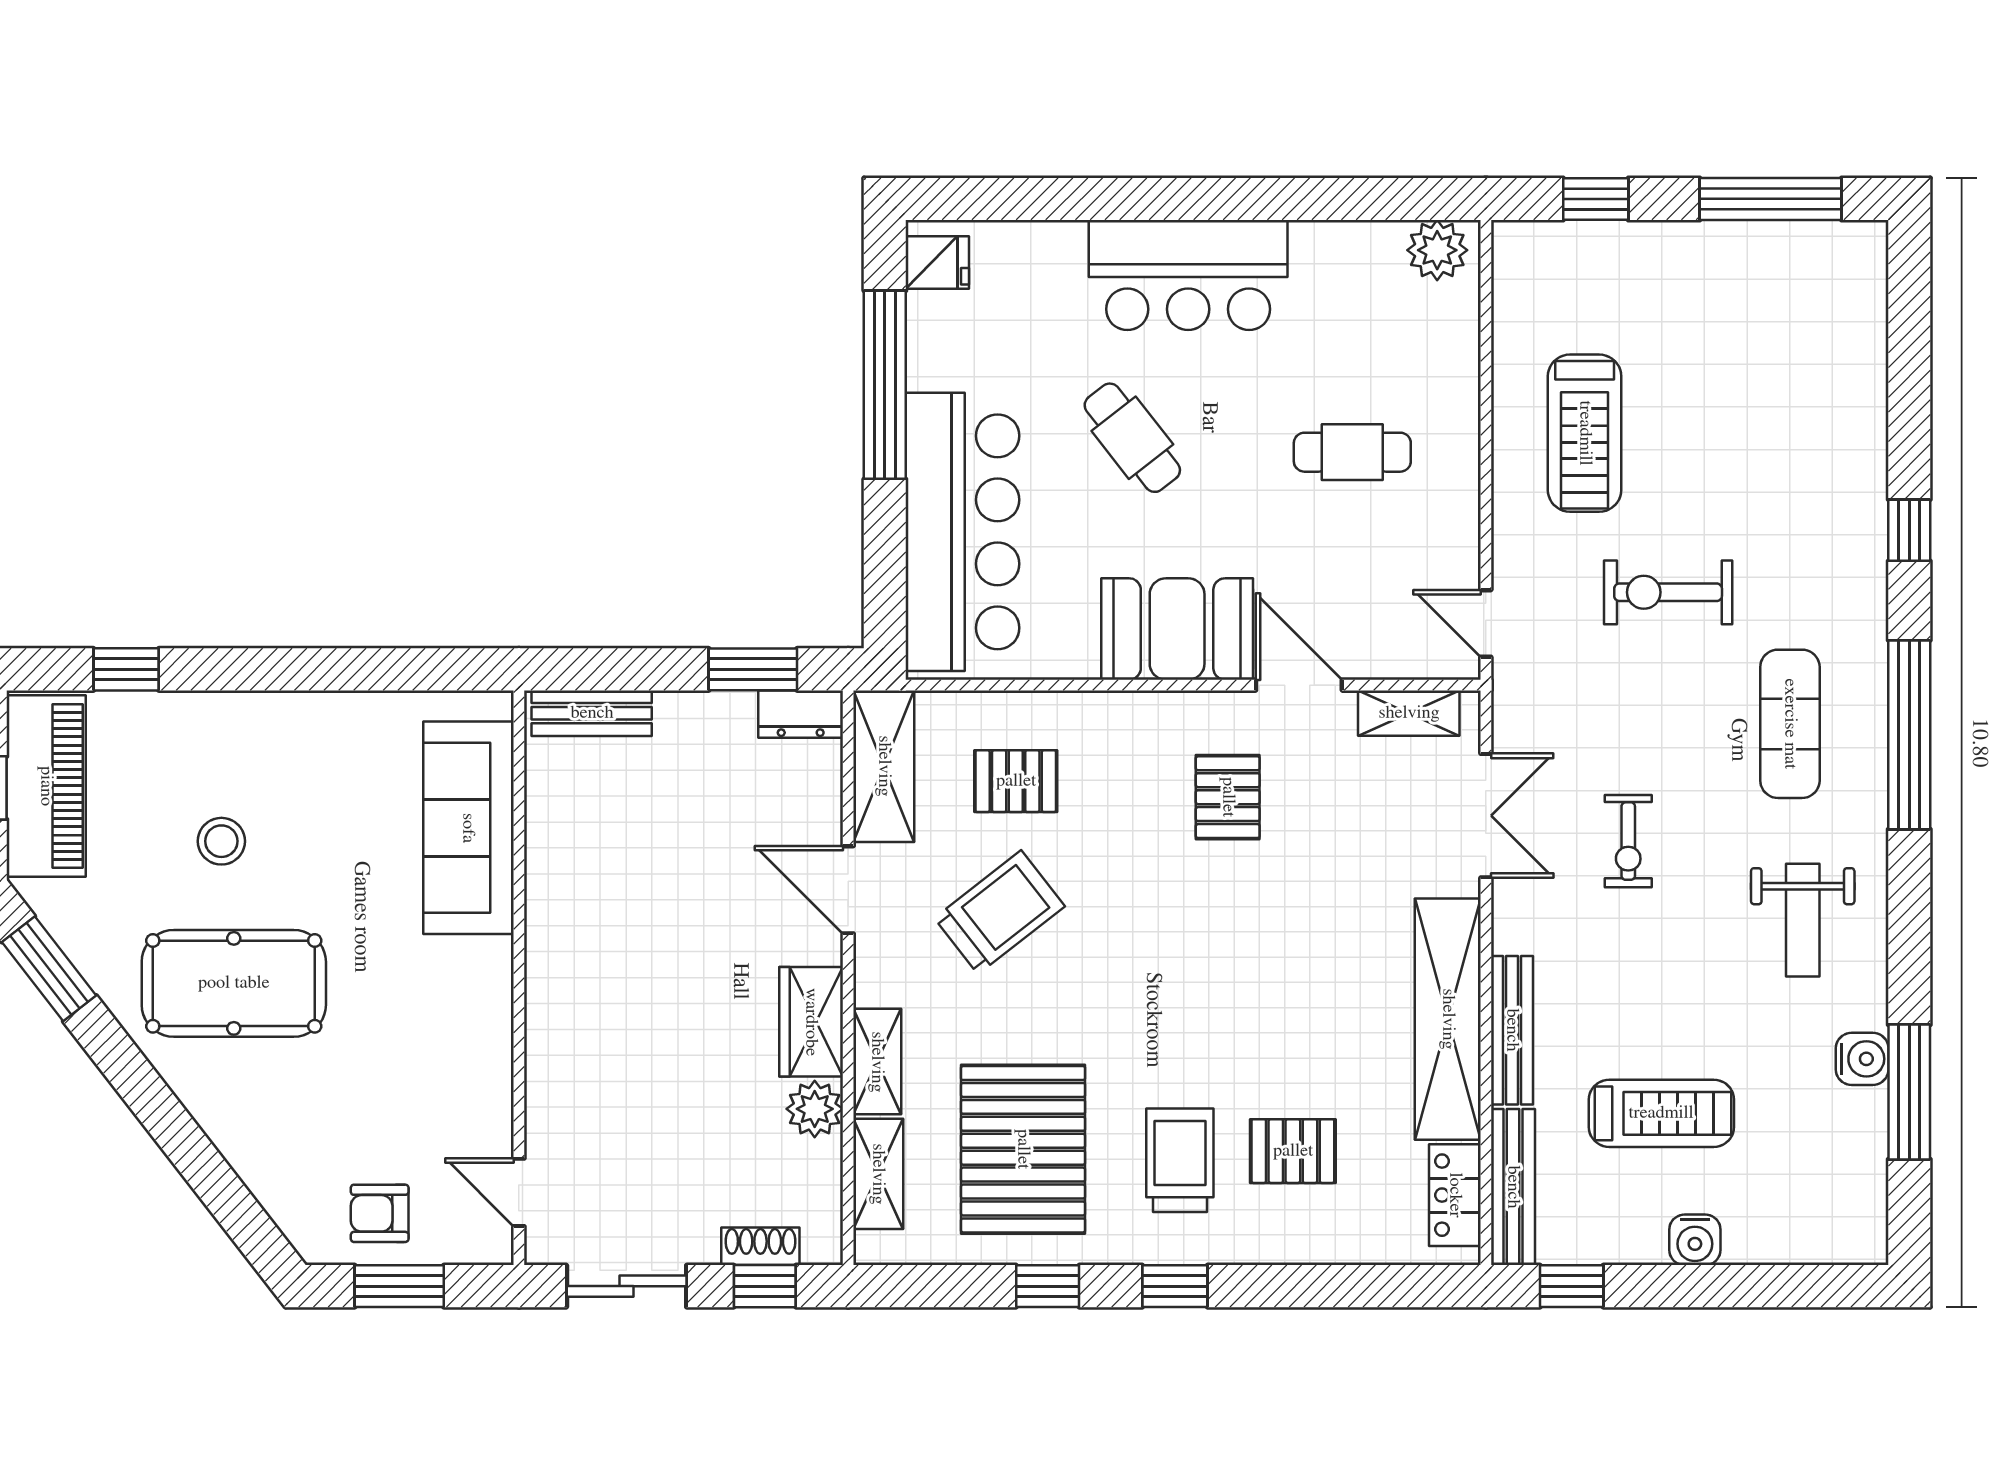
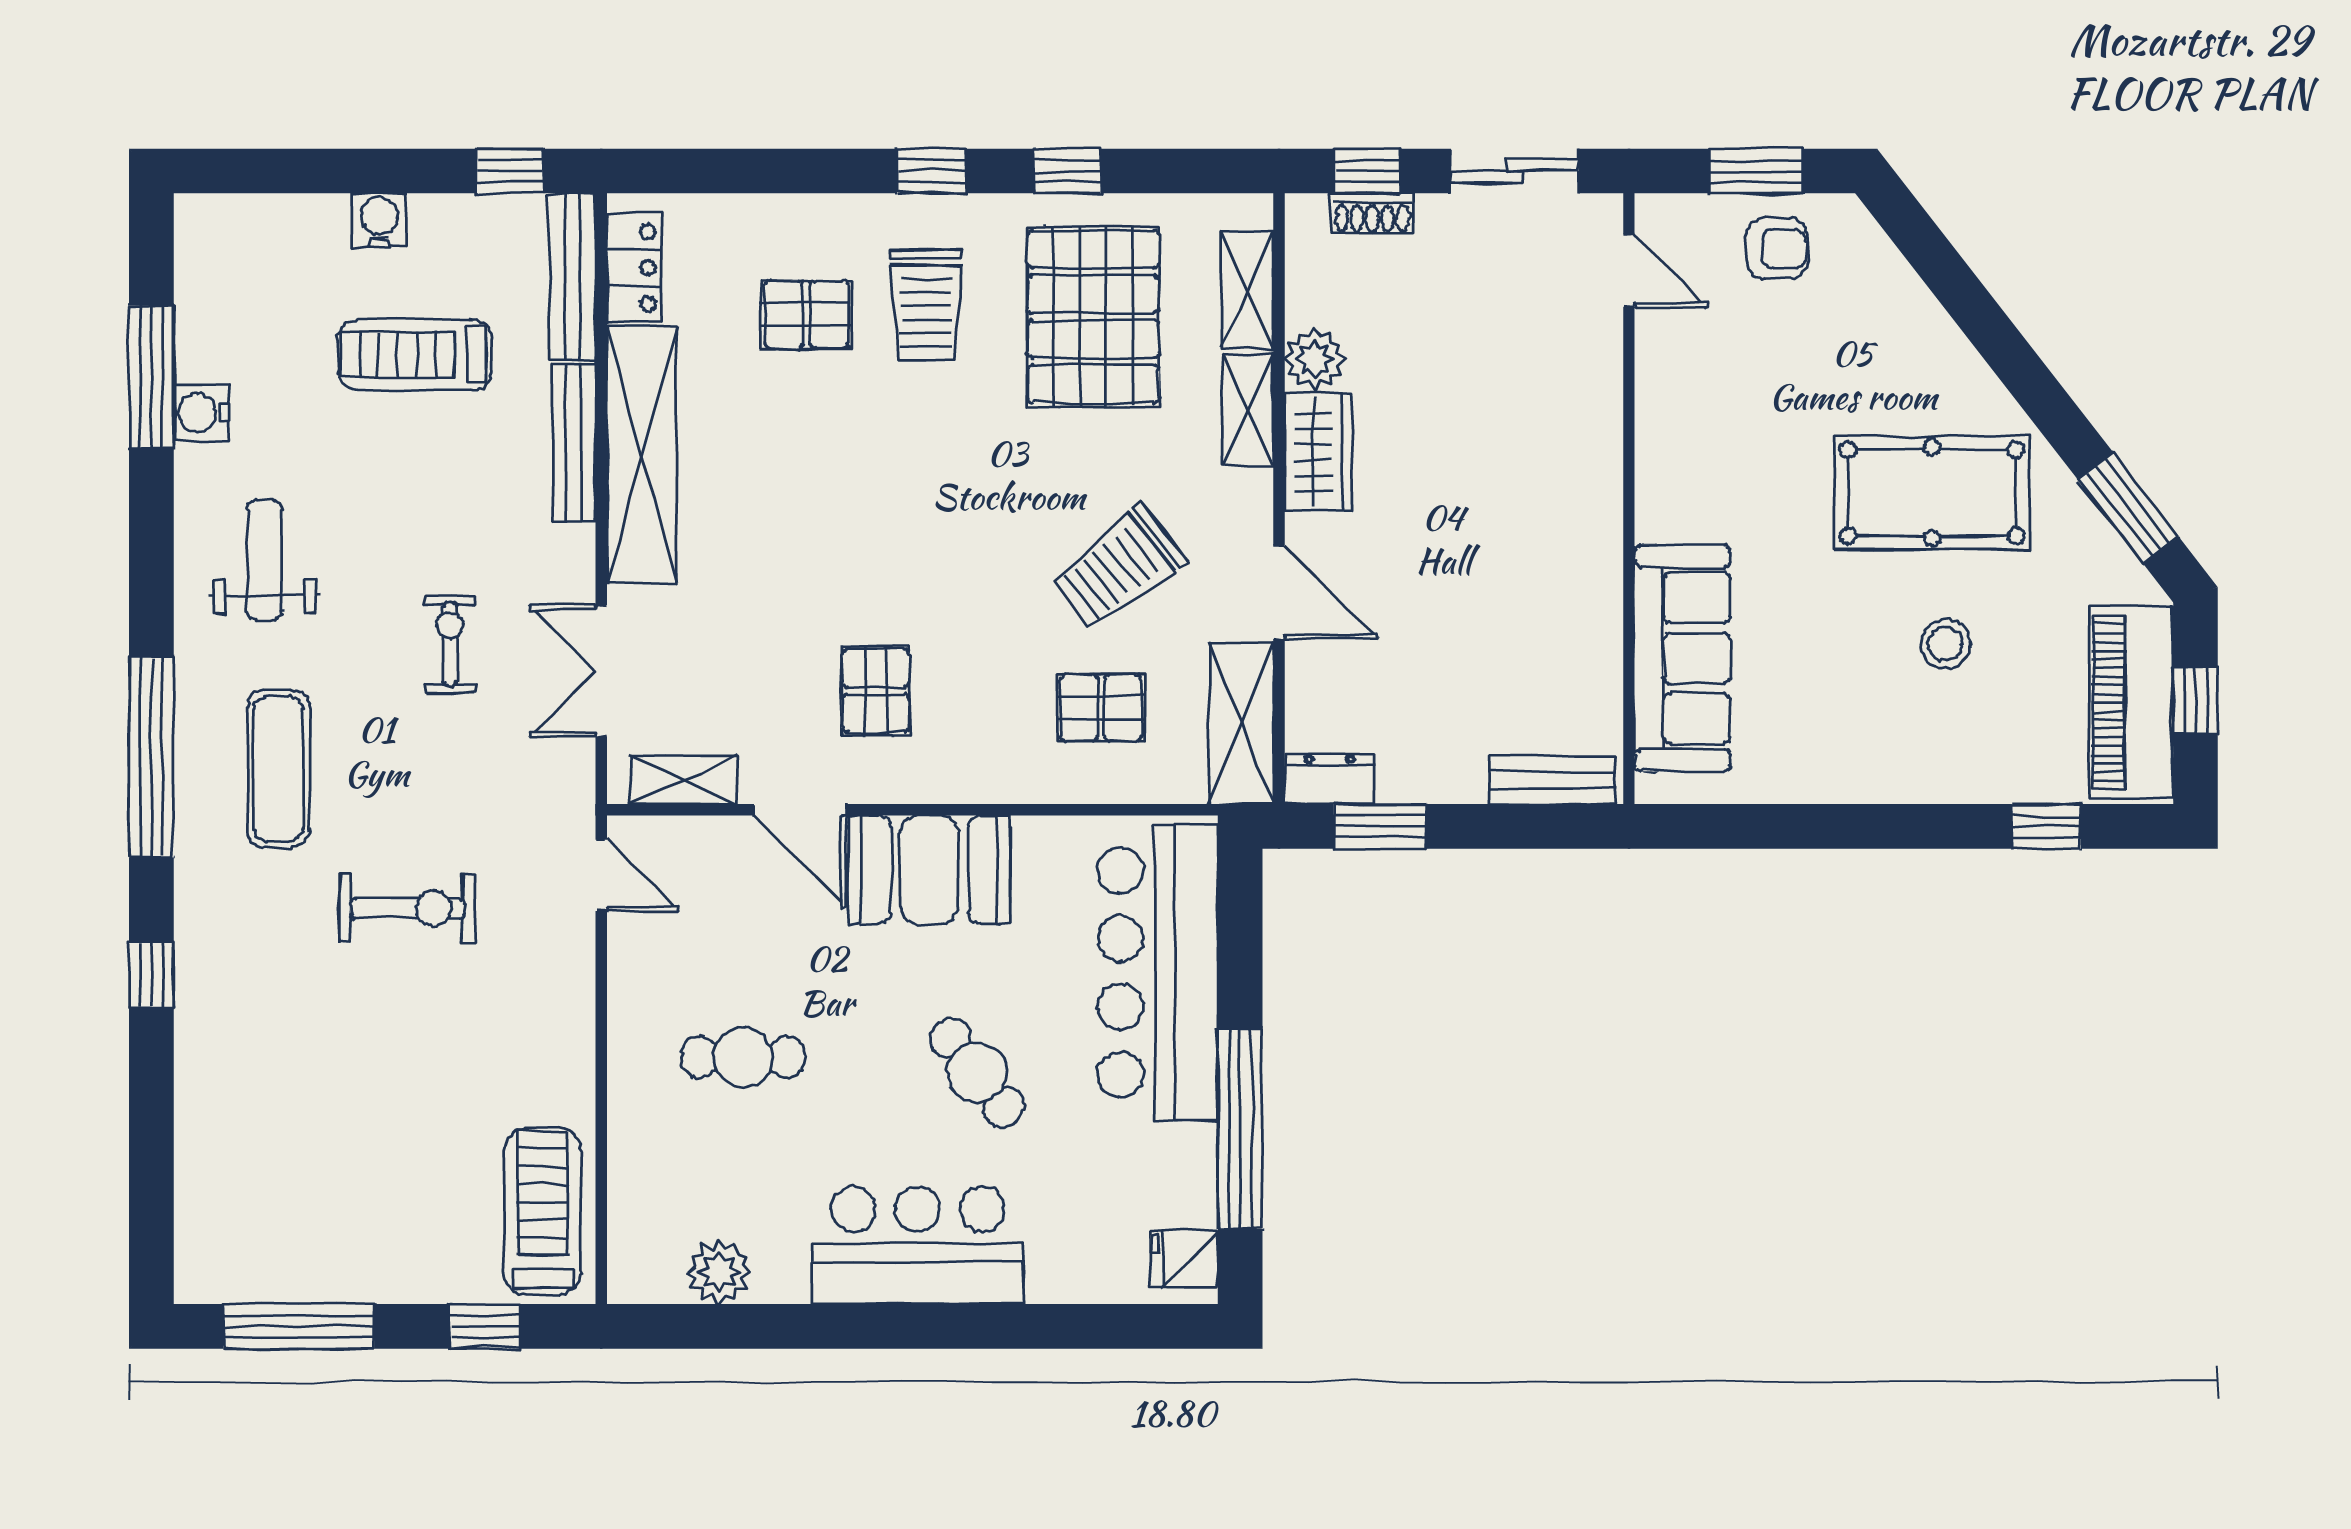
plant: (1437, 250) -> (719, 1272), moved
treadmill: (1585, 433) -> (543, 1211), moved

